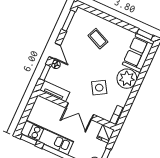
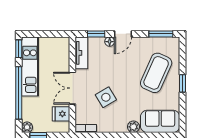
window: (145, 34) -> (182, 83), moved
coffee table: (98, 39) -> (156, 73), width x1.86, depth x1.72
plant: (127, 79) -> (133, 127), width x0.53, depth x0.53
fridge: (106, 134) -> (61, 114), moved

